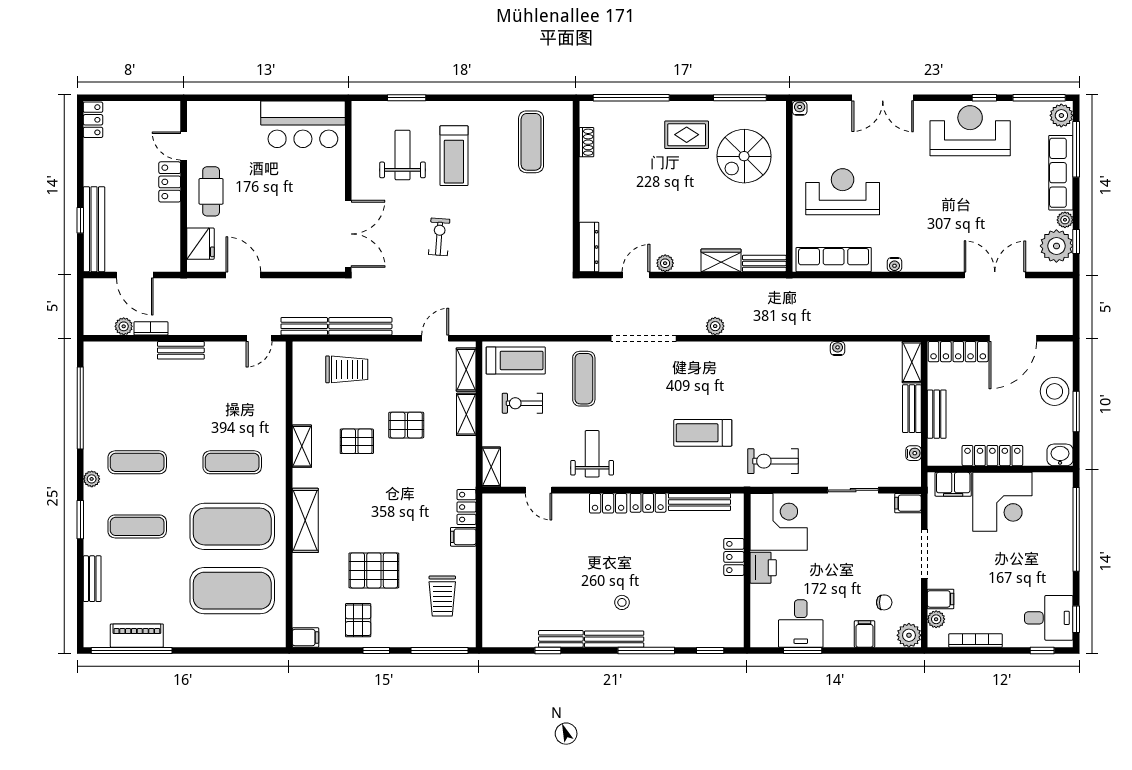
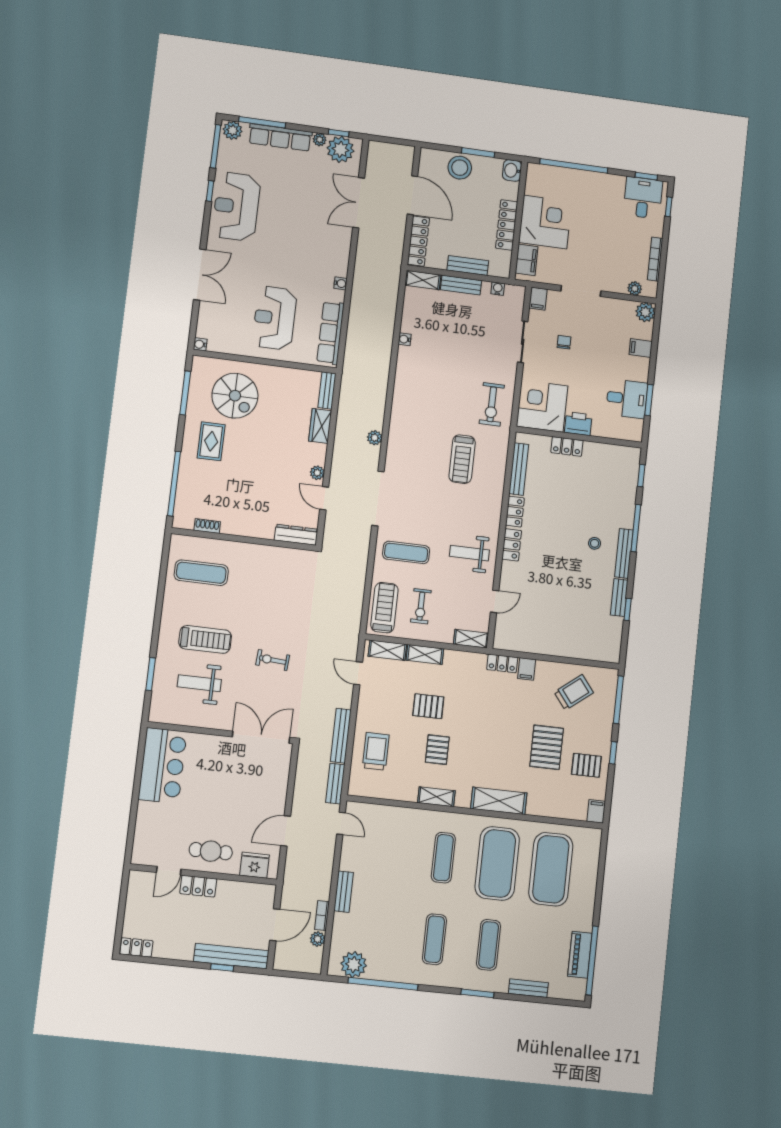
pallet: (406, 425) -> (428, 706), turned 90
plant: (92, 479) -> (354, 965), moved, width x1.88, depth x1.88
trolley: (442, 596) -> (574, 692), turned -38
filing cabinet: (941, 599) -> (619, 283), removed
chair: (884, 602) -> (564, 342), moved

